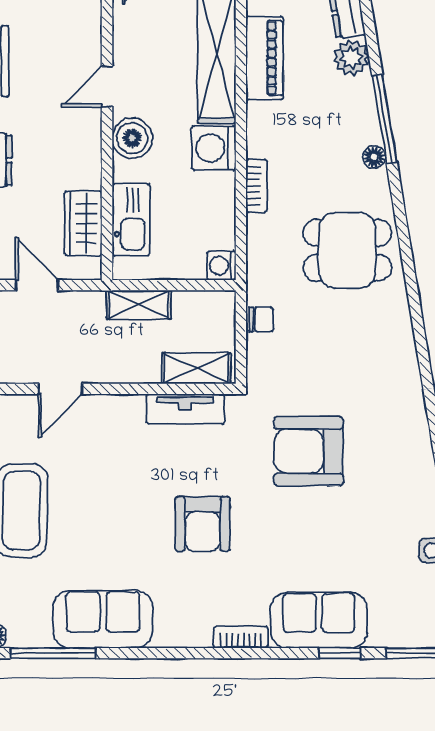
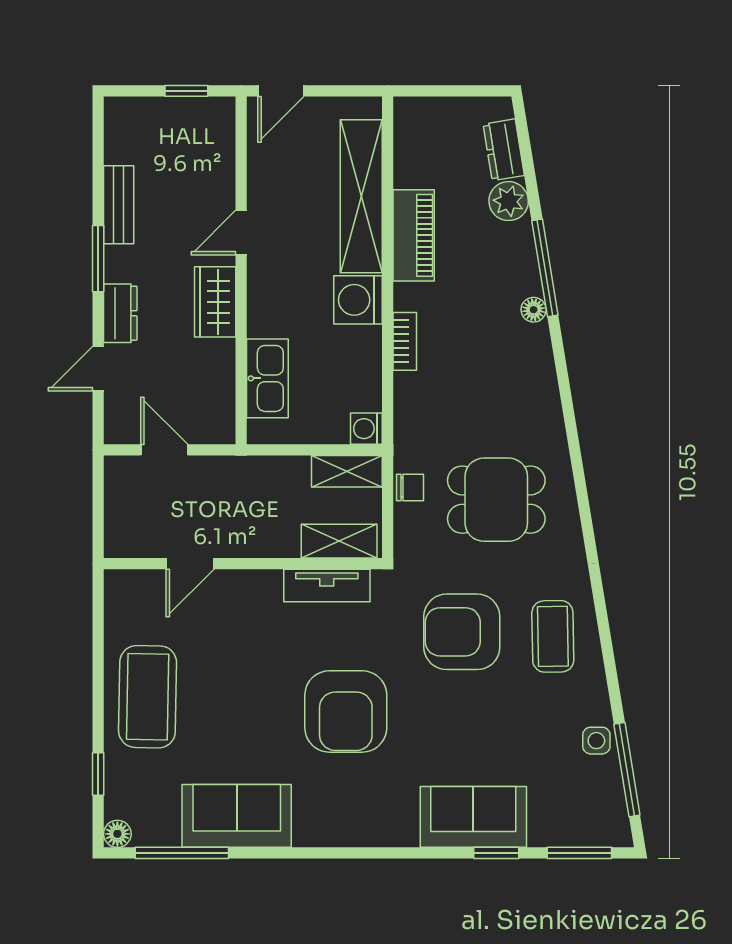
piano: (264, 58) -> (414, 235), moved
boiler: (132, 138) -> (269, 289), removed
wardrobe: (83, 223) -> (215, 302), moved
dining table: (347, 250) -> (496, 500), moved
shelving: (139, 305) -> (347, 471), moved
coffee table: (392, 455) -> (553, 636), added
armchair: (203, 524) -> (346, 711), width x1.36, depth x1.36
bookcase: (241, 637) -> (388, 836), removed

